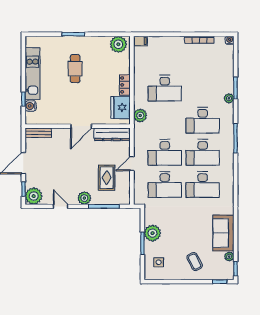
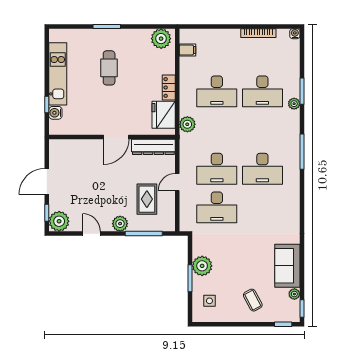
filing cabinet: (140, 41) -> (187, 50), moved
desk: (203, 120) -> (262, 91), moved
bench: (38, 133) -> (65, 145), removed
desk: (203, 185) -> (262, 207), removed

